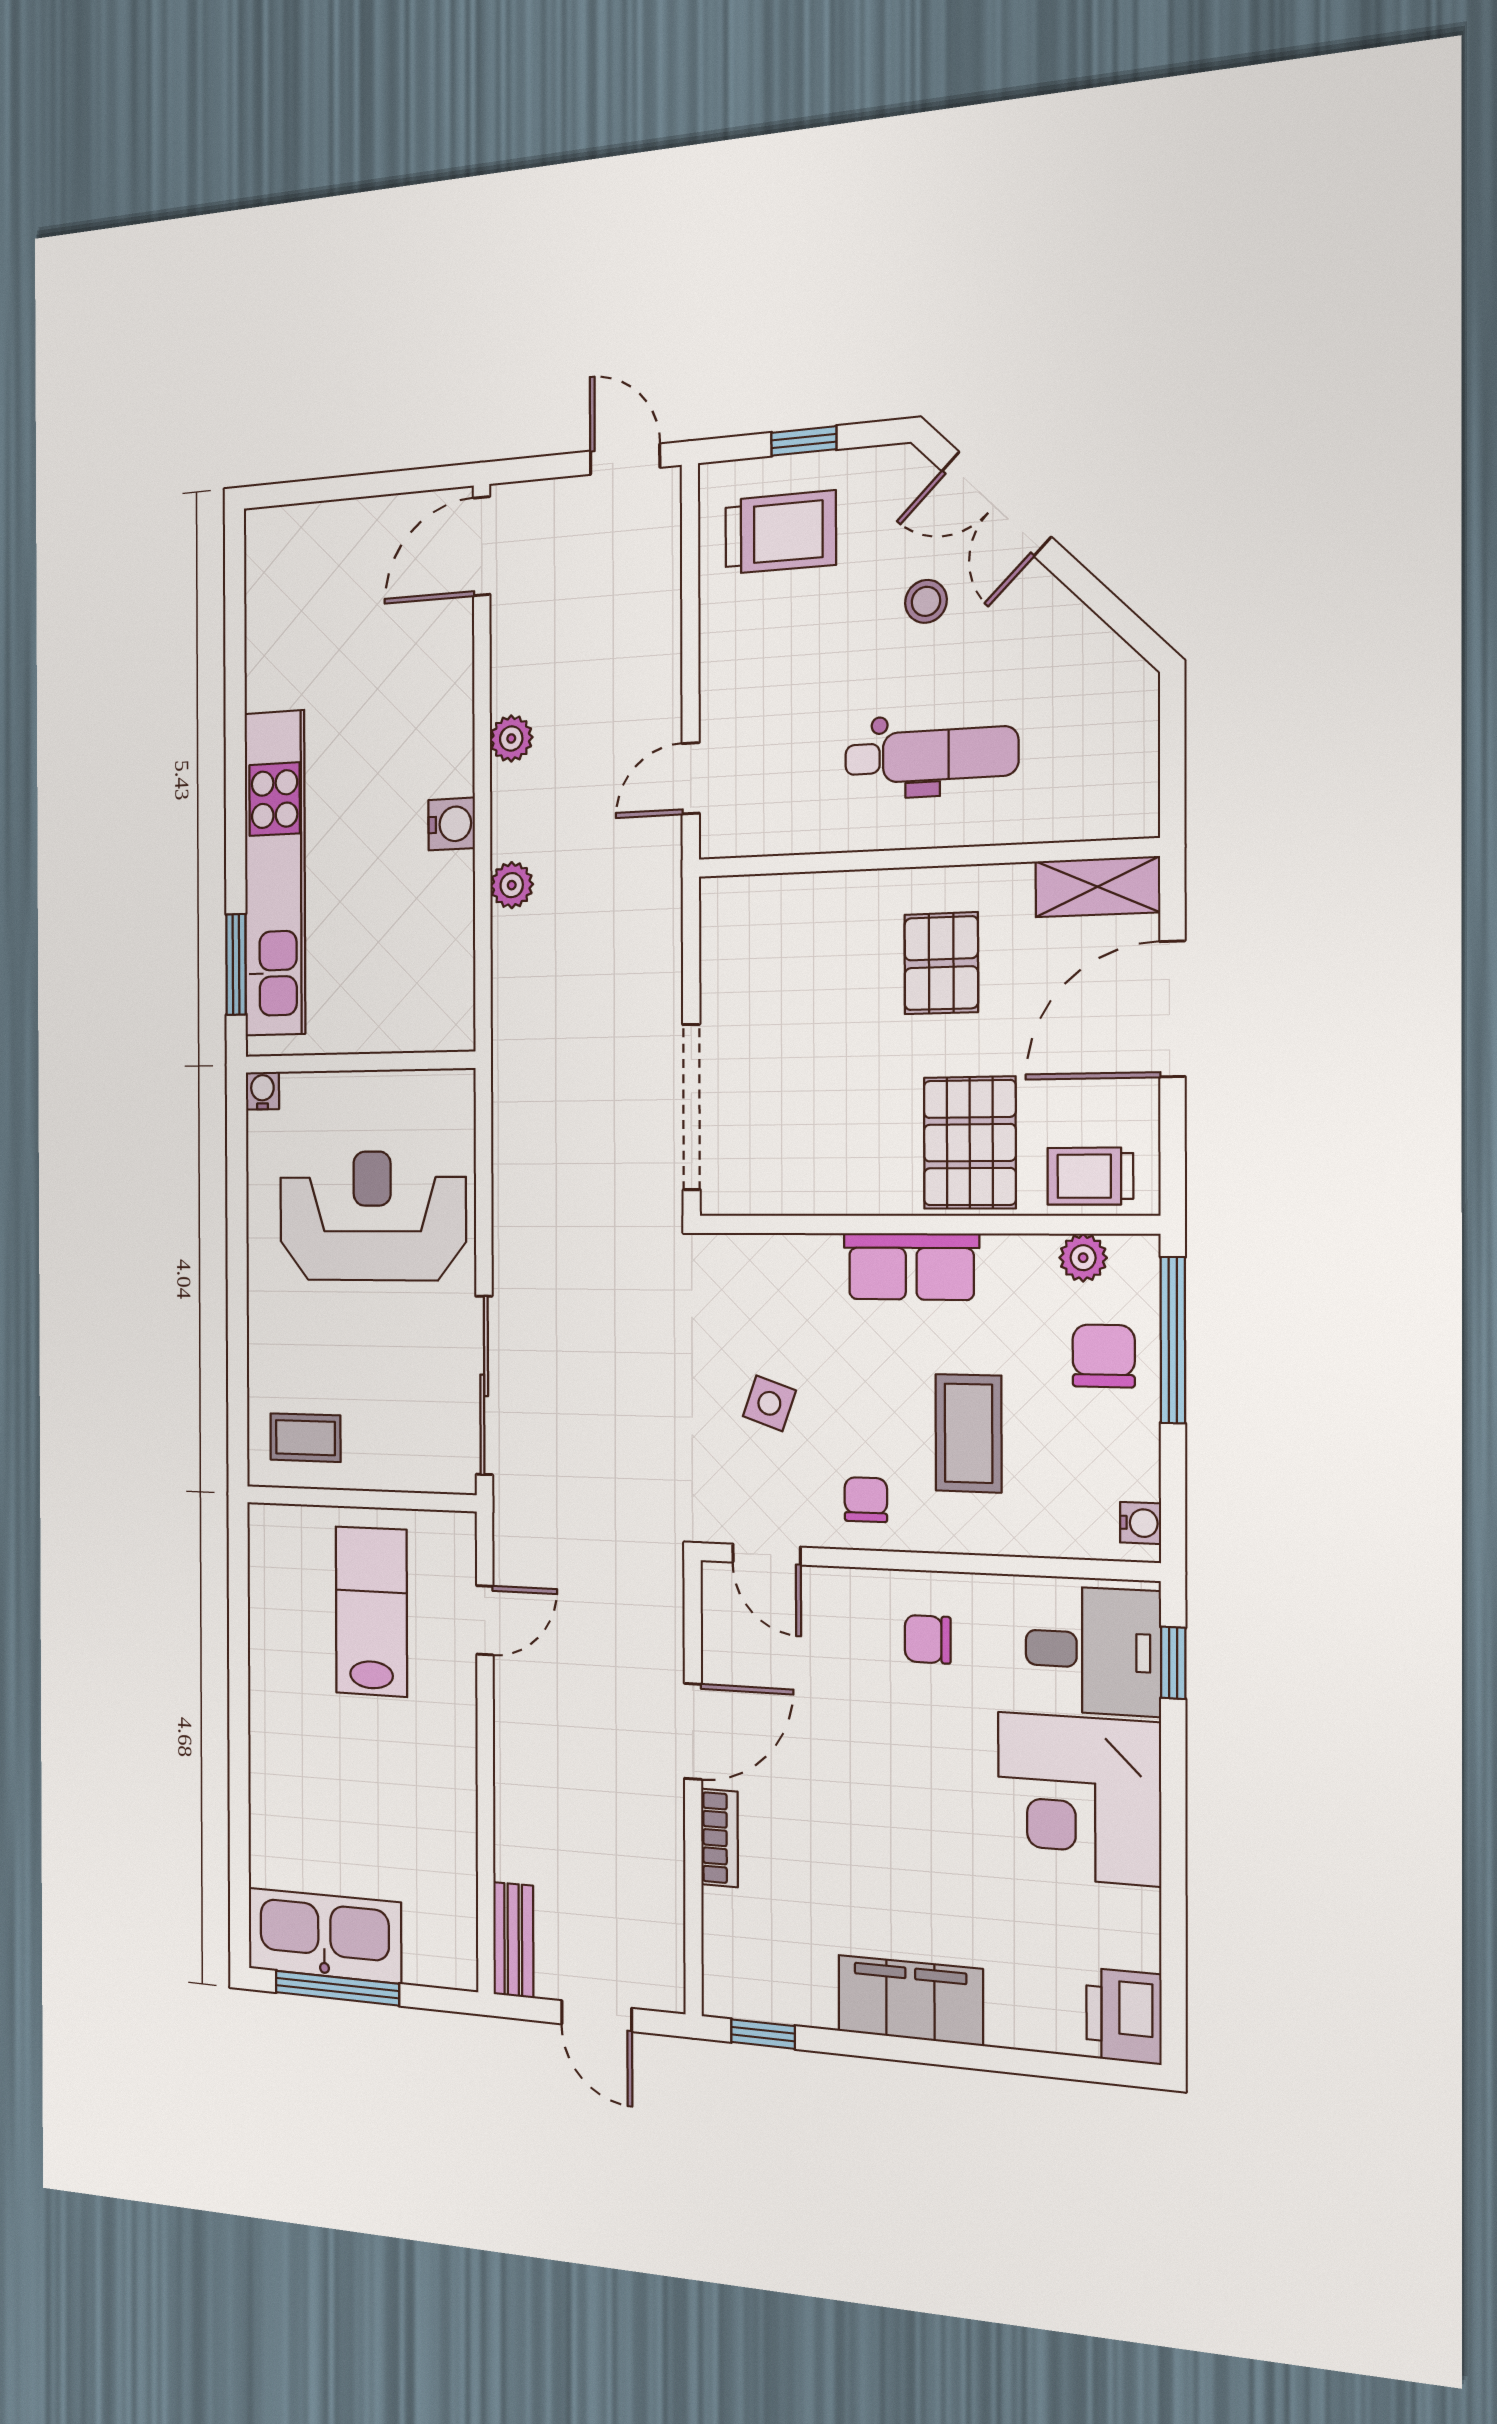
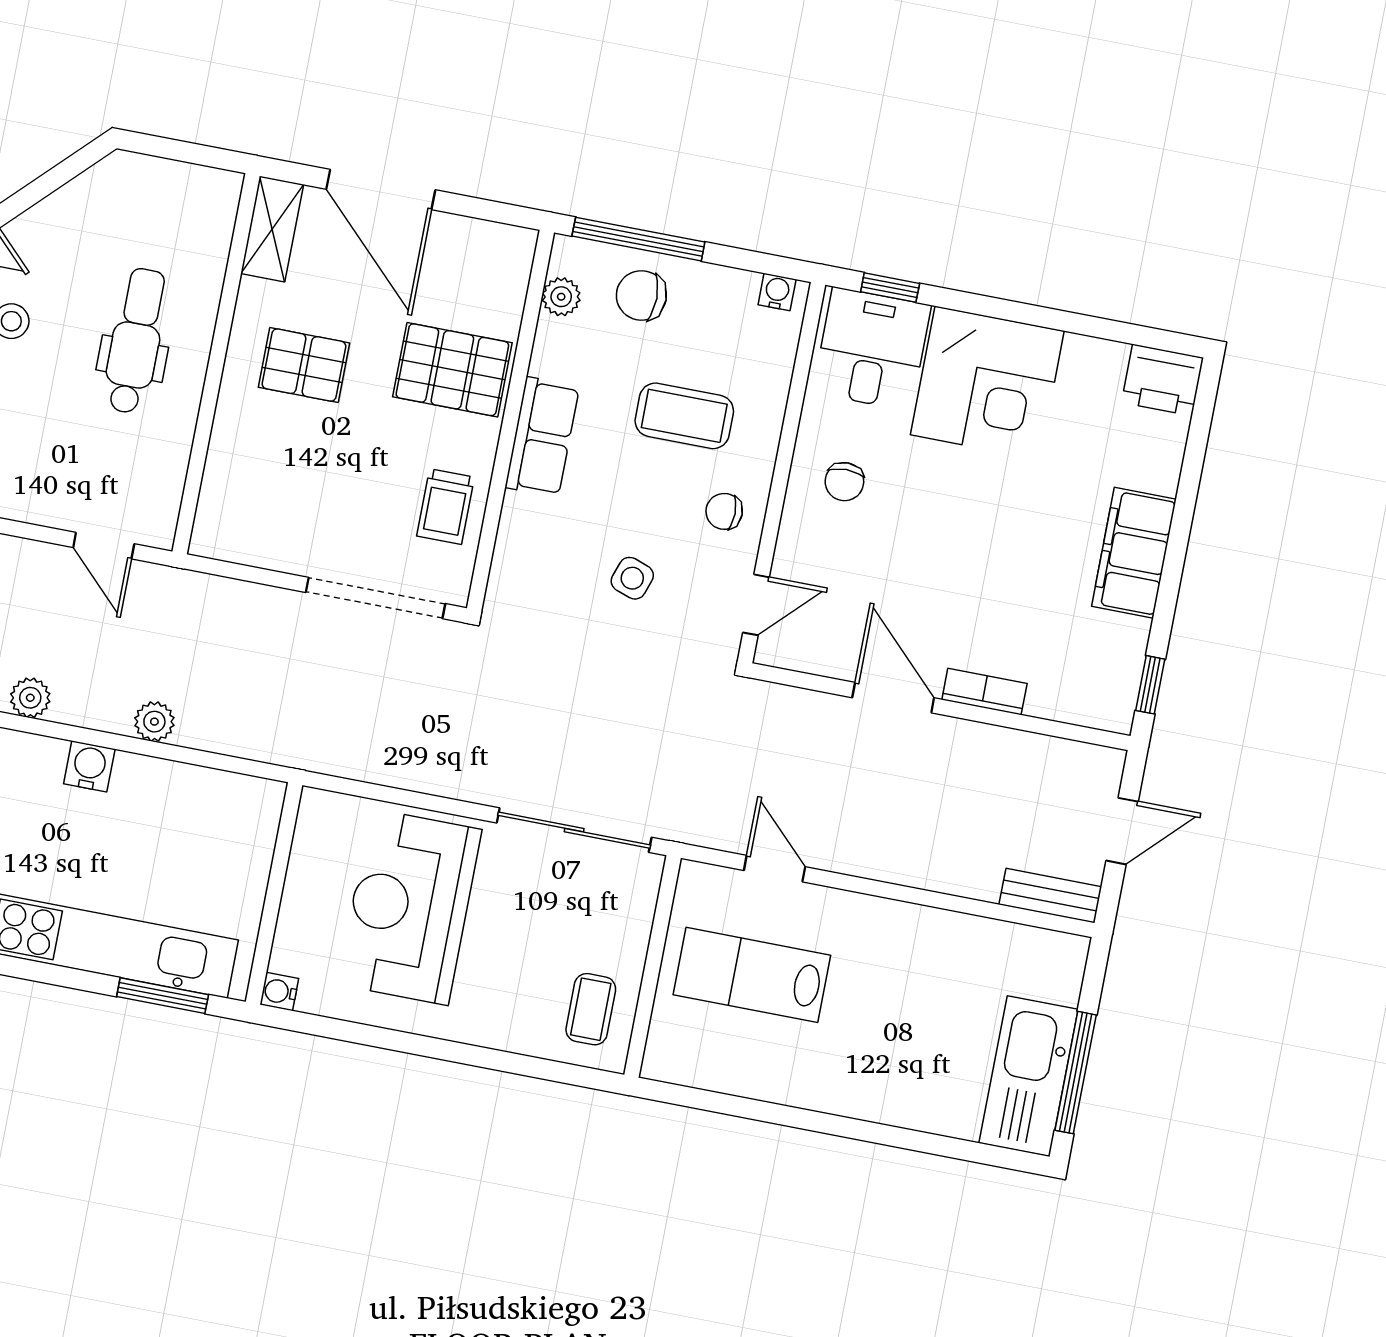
trolley: (1090, 1176) -> (445, 507), moved

